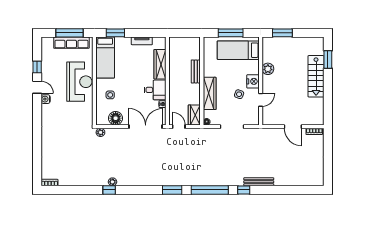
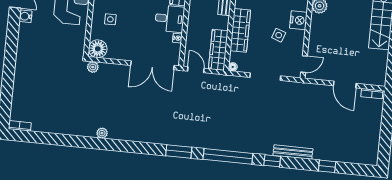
door: (261, 100) -> (304, 64), moved
wardrobe: (194, 115) -> (218, 50), width x1.50
floor lamp: (116, 118) -> (98, 49), moved
double door: (146, 127) -> (152, 65), swing flipped
window: (109, 190) -> (327, 166), moved

